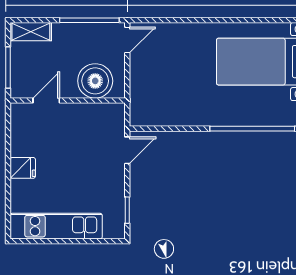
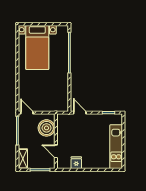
fridge: (23, 168) -> (76, 163), moved

